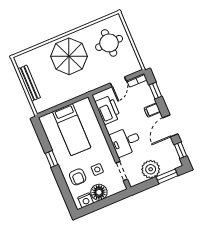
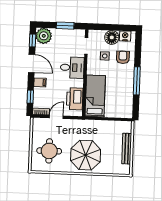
door: (170, 126) -> (32, 63), hinge flipped
bed: (72, 130) -> (95, 96), moved
window: (52, 159) -> (137, 81), width x2.17
plant: (151, 169) -> (44, 36), moved
window: (167, 176) -> (65, 26), moved

